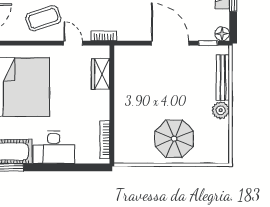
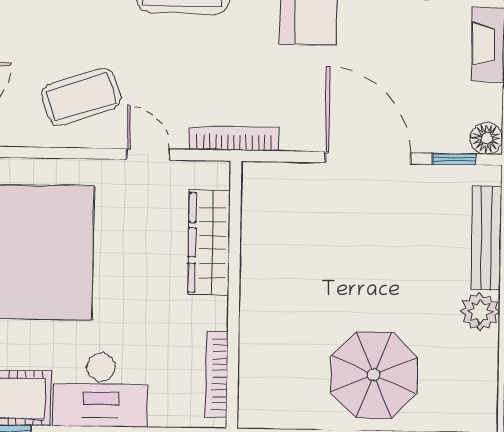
bookcase: (104, 36) -> (234, 139), width x1.56
wardrobe: (101, 74) -> (209, 243), width x1.50

